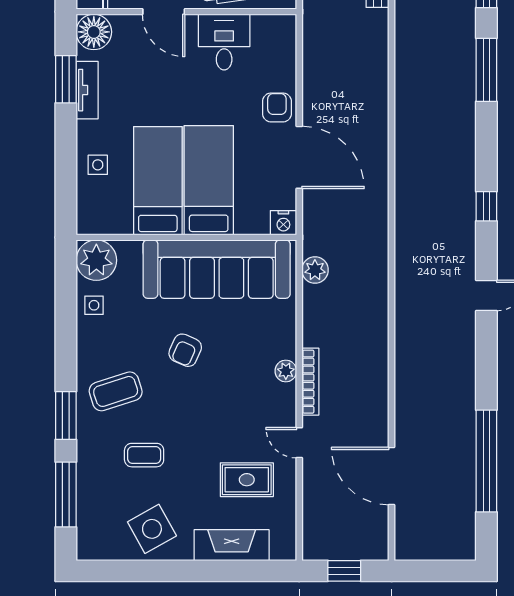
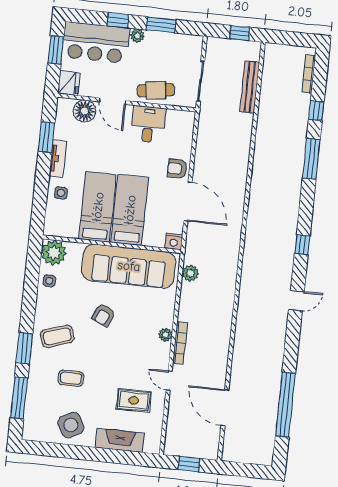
floor lamp: (94, 32) -> (84, 111), moved
tv unit: (87, 90) -> (58, 158), moved
armchair: (277, 107) -> (177, 169), turned -90

